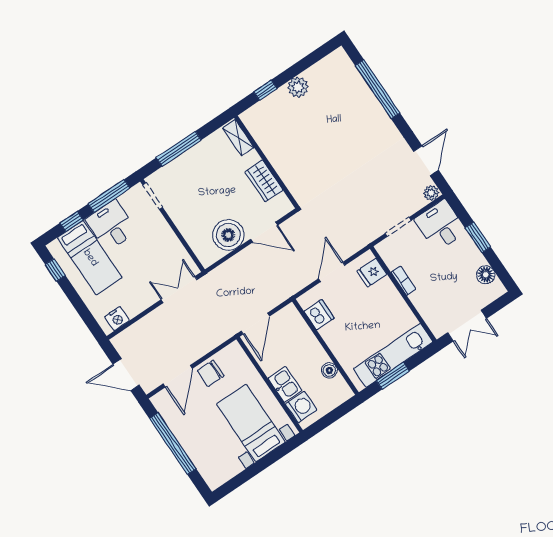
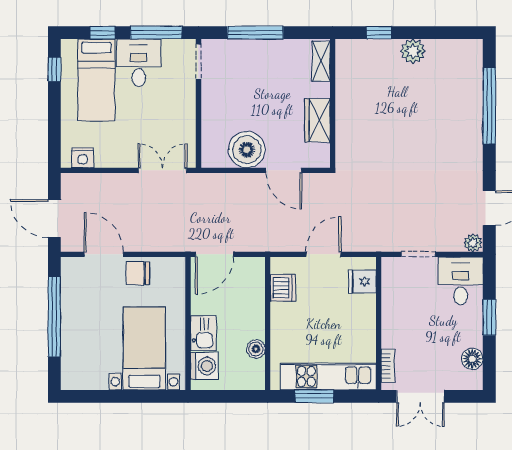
bookcase: (403, 281) -> (388, 366), moved
door: (178, 376) -> (104, 254), swing flipped

